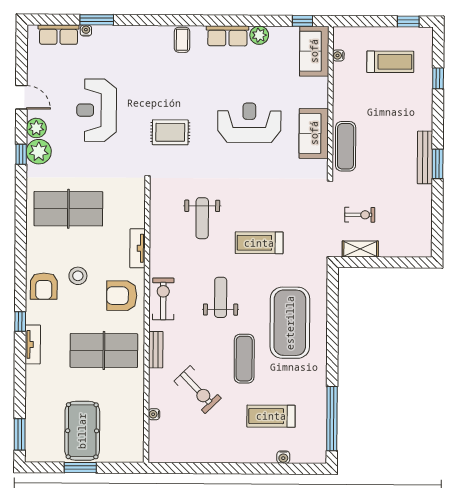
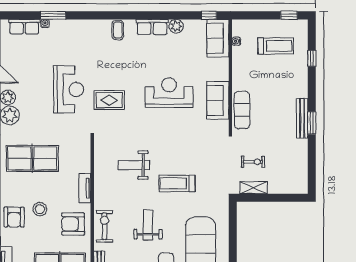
reception desk: (97, 110) -> (68, 89), moved, turned 180
weight bench: (202, 218) -> (134, 165), turned 90

